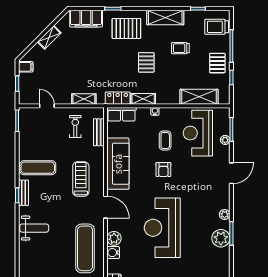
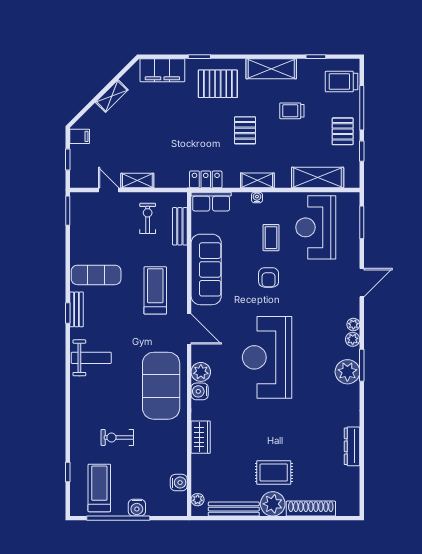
shelving: (84, 99) -> (137, 181), moved
shelving: (143, 99) -> (257, 180), moved
plant: (225, 140) -> (353, 324), moved
exercise mat: (85, 248) -> (161, 386), width x1.47

